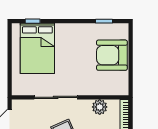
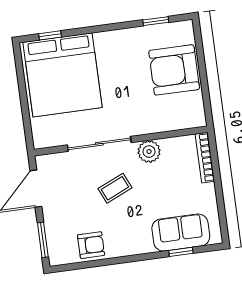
bed: (37, 48) -> (62, 75), width x1.36
plant: (100, 107) -> (149, 152), moved

